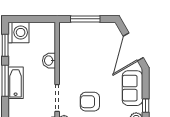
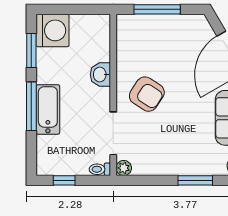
armchair: (90, 102) -> (147, 94), moved, turned -147

